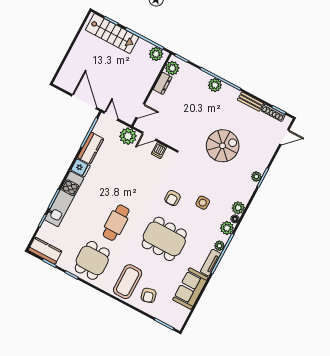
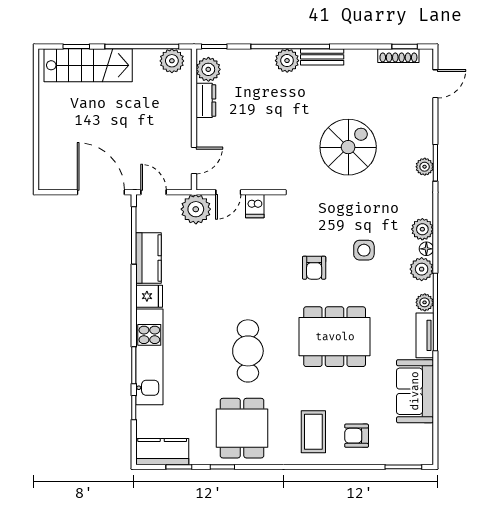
bench: (250, 102) -> (322, 57), moved
coffee table: (128, 282) -> (313, 432), width x0.73, depth x0.76
armchair: (149, 295) -> (357, 436), turned 104

